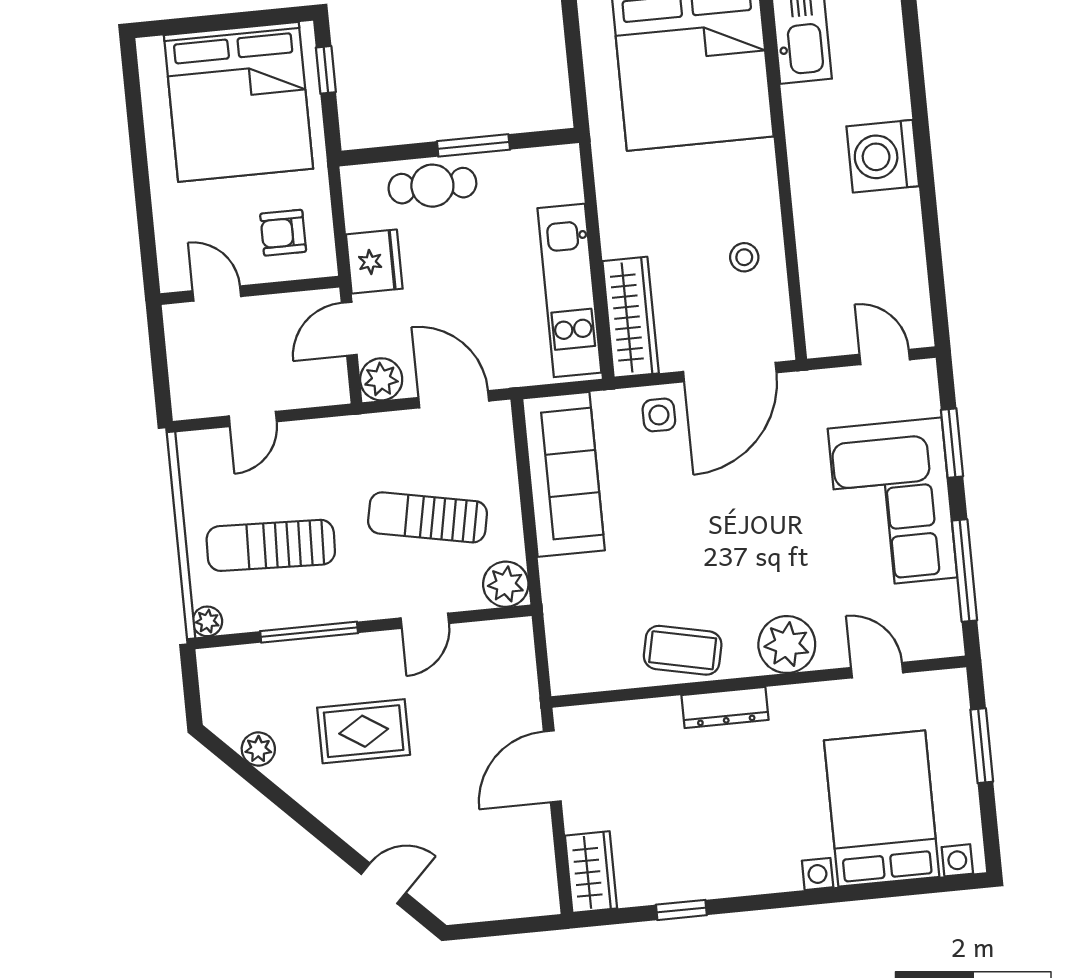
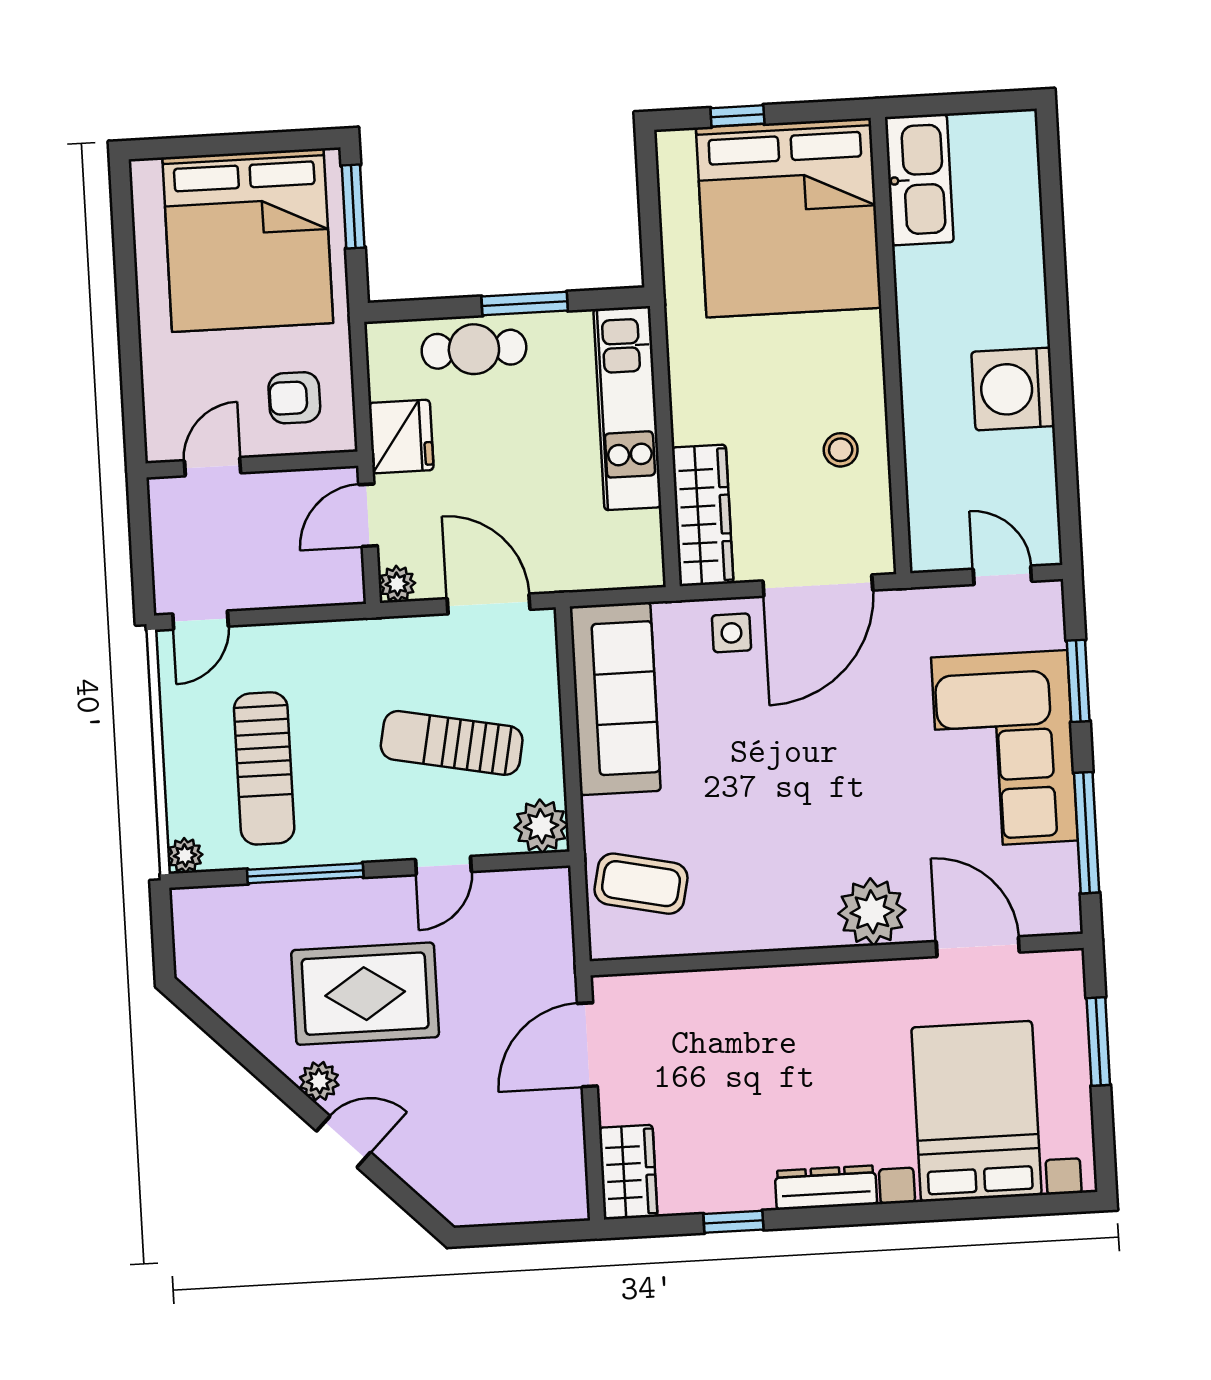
window: (326, 70) -> (353, 206), width x1.50
washing machine: (883, 156) -> (1013, 389), moved
kitchen unit: (569, 290) -> (627, 408), moved
door: (217, 294) -> (213, 467), hinge flipped
plant: (381, 379) -> (397, 584), width x0.73, depth x0.73
door: (253, 419) -> (201, 620), moved
sun lounger: (271, 545) -> (264, 768), turned -92
coffee table: (683, 650) -> (641, 884), moved
door: (877, 670) -> (978, 947), width x1.38
dresser: (725, 708) -> (826, 1188), moved, turned 180
rug: (364, 731) -> (365, 994), width x1.36, depth x1.43
plant: (258, 749) -> (319, 1081), moved
door: (384, 883) -> (343, 1142), moved

